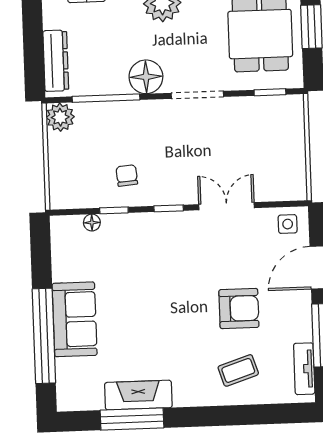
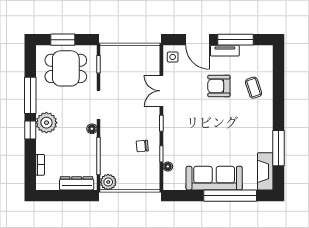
floor lamp: (146, 77) -> (92, 129), width x0.53, depth x0.53
armchair: (239, 308) -> (219, 86), turned -90
sofa: (75, 319) -> (214, 178), width x1.36
tv unit: (304, 369) -> (225, 51), moved
fireplace: (138, 395) -> (265, 171), moved

